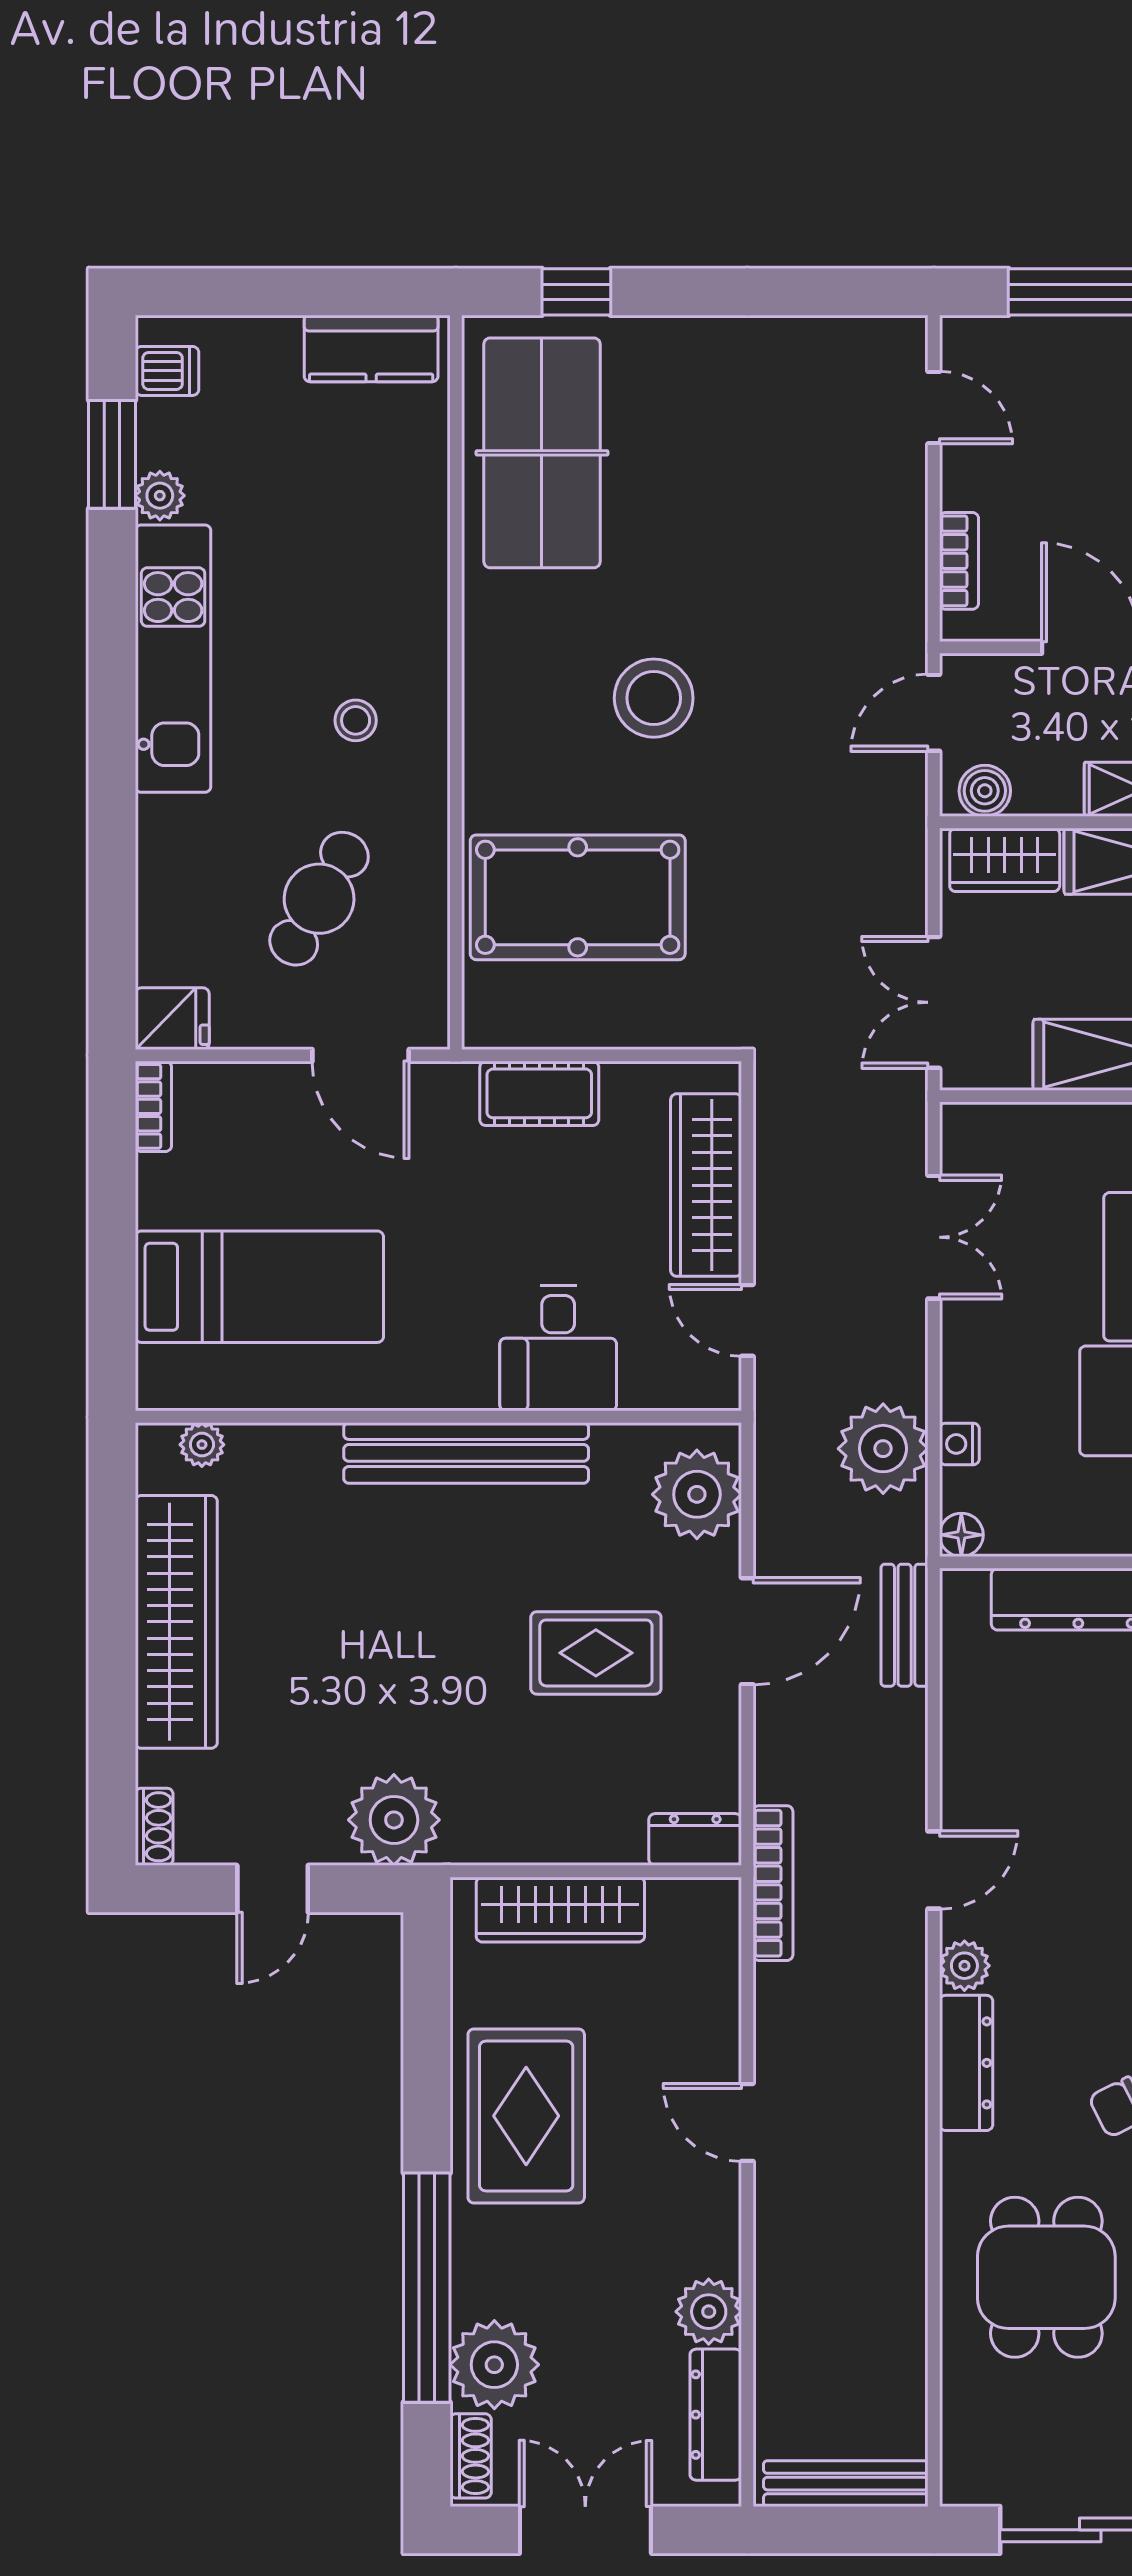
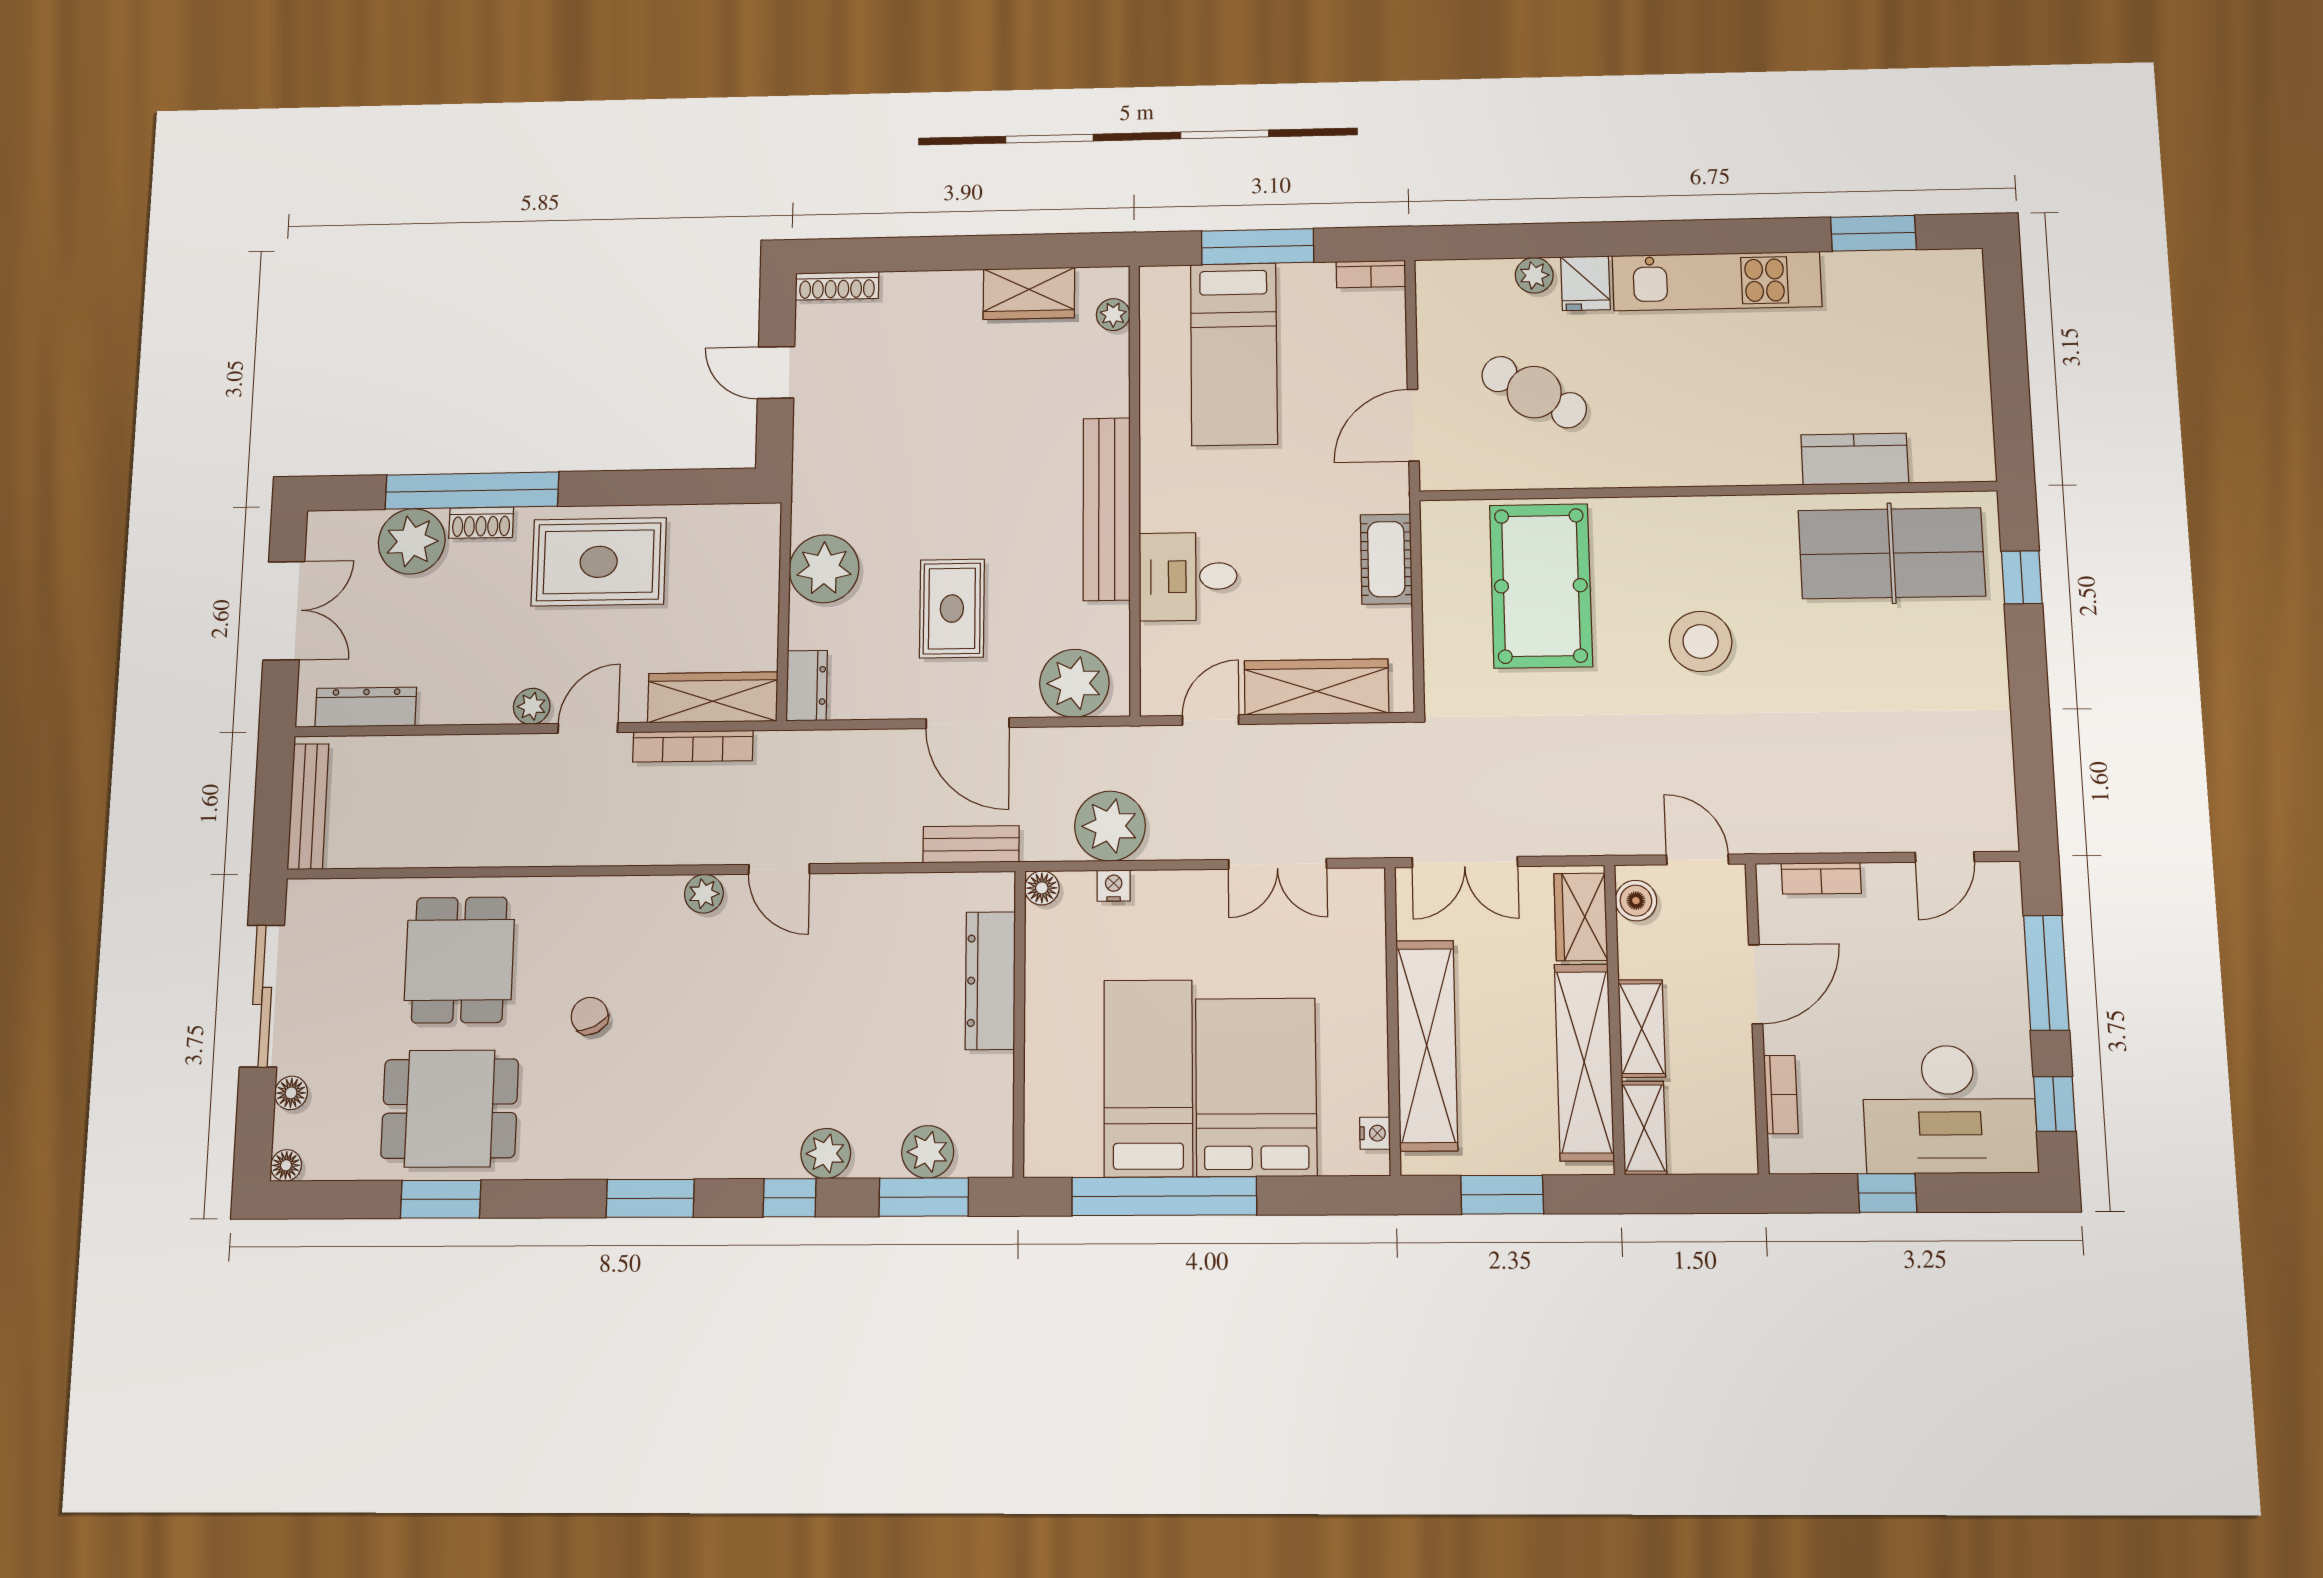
kitchen counter: (371, 349) -> (1855, 459), moved, turned 90
dishwasher: (167, 371) -> (1941, 272), removed
plant: (160, 496) -> (1534, 275), moved
stool: (356, 720) -> (1674, 417), removed
double door: (934, 1002) -> (1465, 862), swing flipped
fridge: (172, 1019) -> (1585, 283), moved
window: (112, 1254) -> (1258, 247), added
wardrobe: (176, 1622) -> (1029, 293), width x0.48, depth x0.85
plant: (394, 1820) -> (824, 569), moved
shoe rack: (154, 1827) -> (837, 286), width x1.43
bookcase: (773, 1883) -> (693, 746), moved
wardrobe: (560, 1910) -> (713, 697), moved, turned 90
dresser: (966, 2063) -> (628, 896), removed
dining table: (1046, 2277) -> (459, 960), turned 90
plant: (709, 2312) -> (532, 706), moved, width x0.73, depth x0.73
shoe rack: (471, 2456) -> (481, 523), moved

